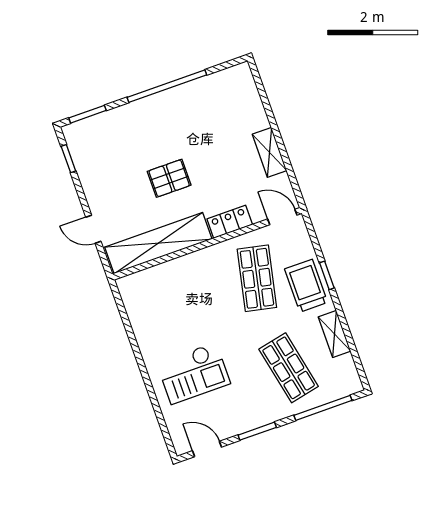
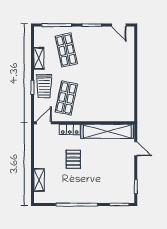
shelving: (270, 152) -> (39, 180), moved
pallet: (169, 178) -> (73, 159), moved, turned 90
door: (282, 217) -> (44, 123), swing flipped
checkout: (193, 373) -> (112, 63), removed

